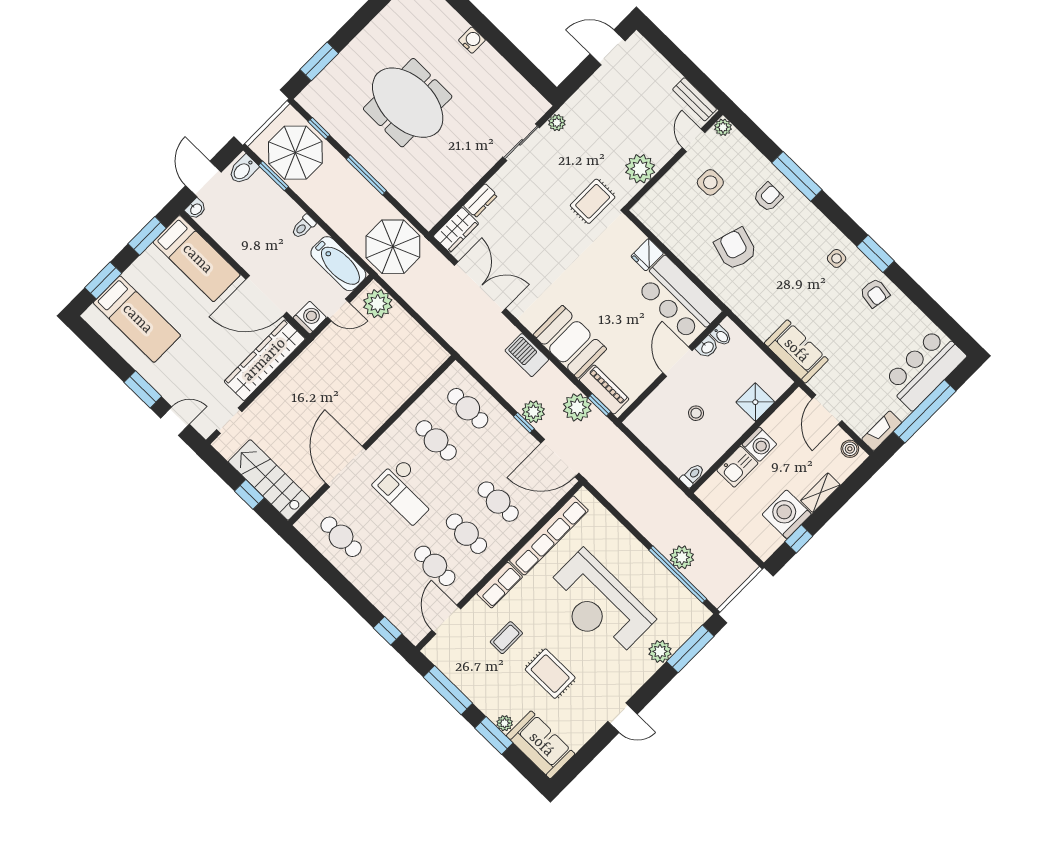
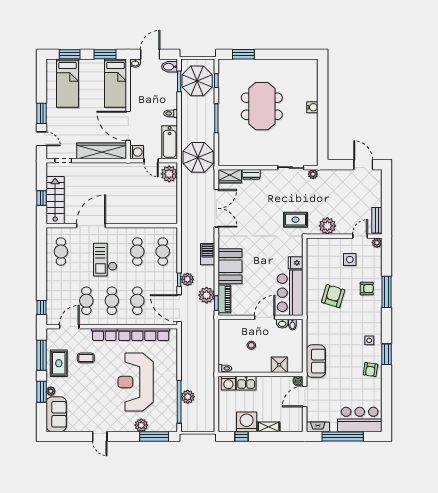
washing machine: (759, 444) -> (228, 383), moved
boiler: (850, 449) -> (298, 381), moved
rug: (550, 674) -> (59, 363), moved

